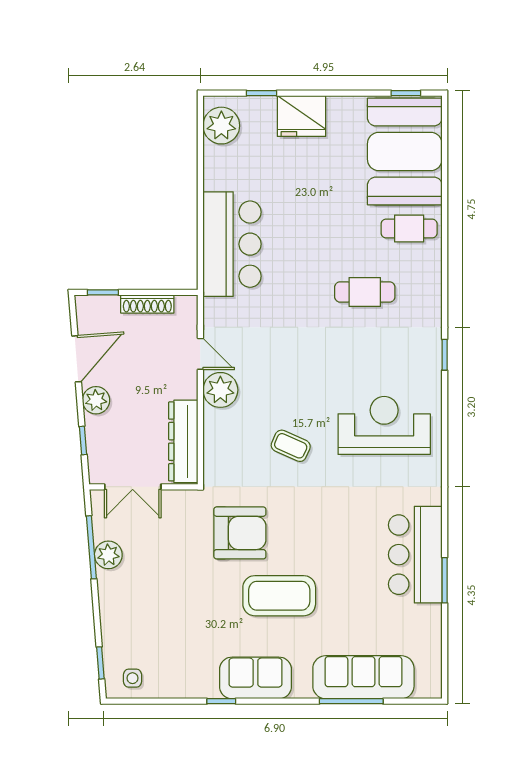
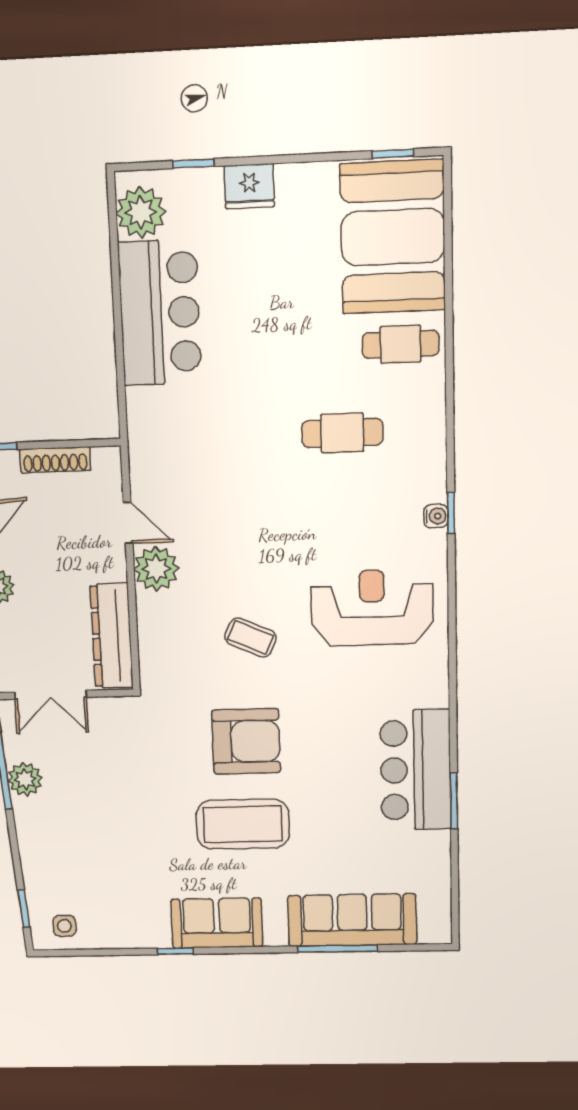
fridge: (302, 116) -> (249, 186), width x0.73, depth x0.75
bar counter: (232, 244) -> (160, 313), moved
water cooler: (433, 357) -> (436, 516), added
armchair: (240, 533) -> (246, 741), moved

